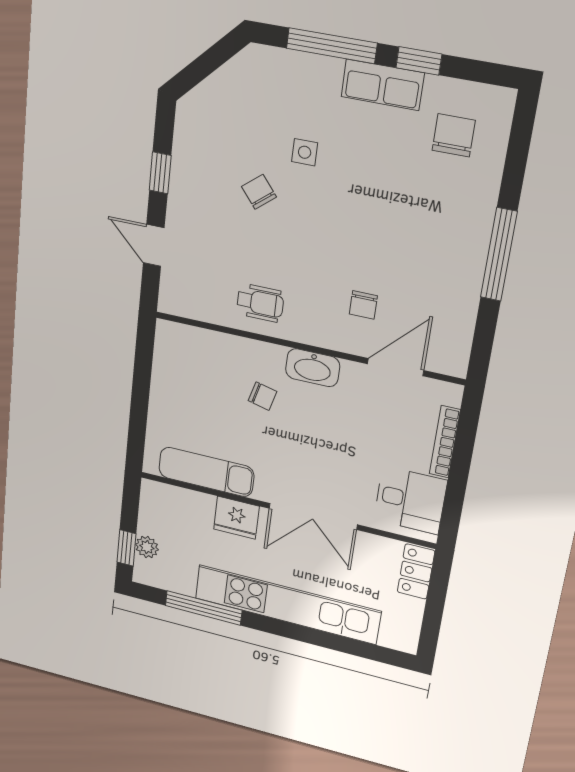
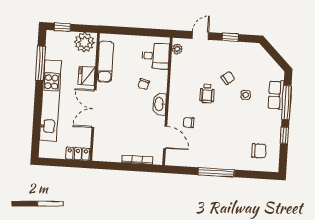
row of seats: (383, 85) -> (276, 95), moved
wheelchair: (260, 303) -> (207, 94), moved
plant: (184, 305) -> (177, 49), added
desk: (410, 500) -> (155, 56), moved, turned -90
plant: (147, 547) -> (84, 42), moved, width x1.88, depth x1.88

